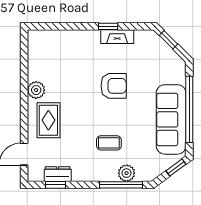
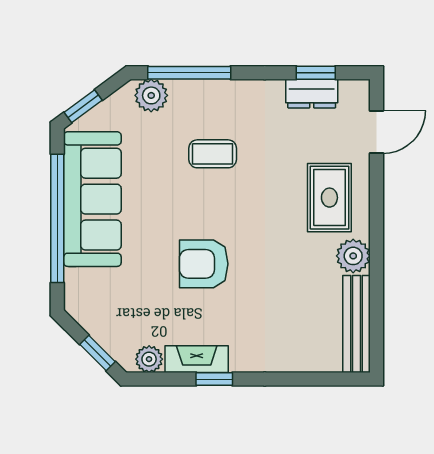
plant: (142, 37) -> (149, 359), added
bench: (34, 55) -> (356, 324), added
plant: (127, 173) -> (151, 95), moved

